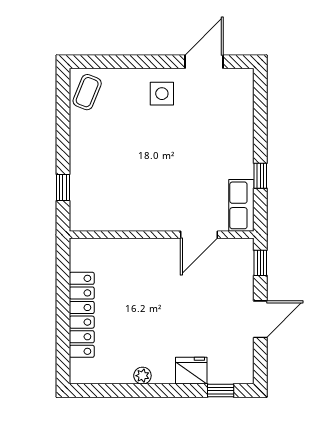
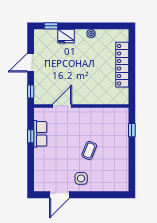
coffee table: (87, 92) -> (89, 150), moved
row of seats: (241, 205) -> (40, 134), moved

